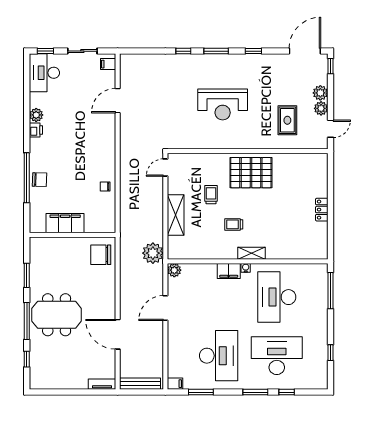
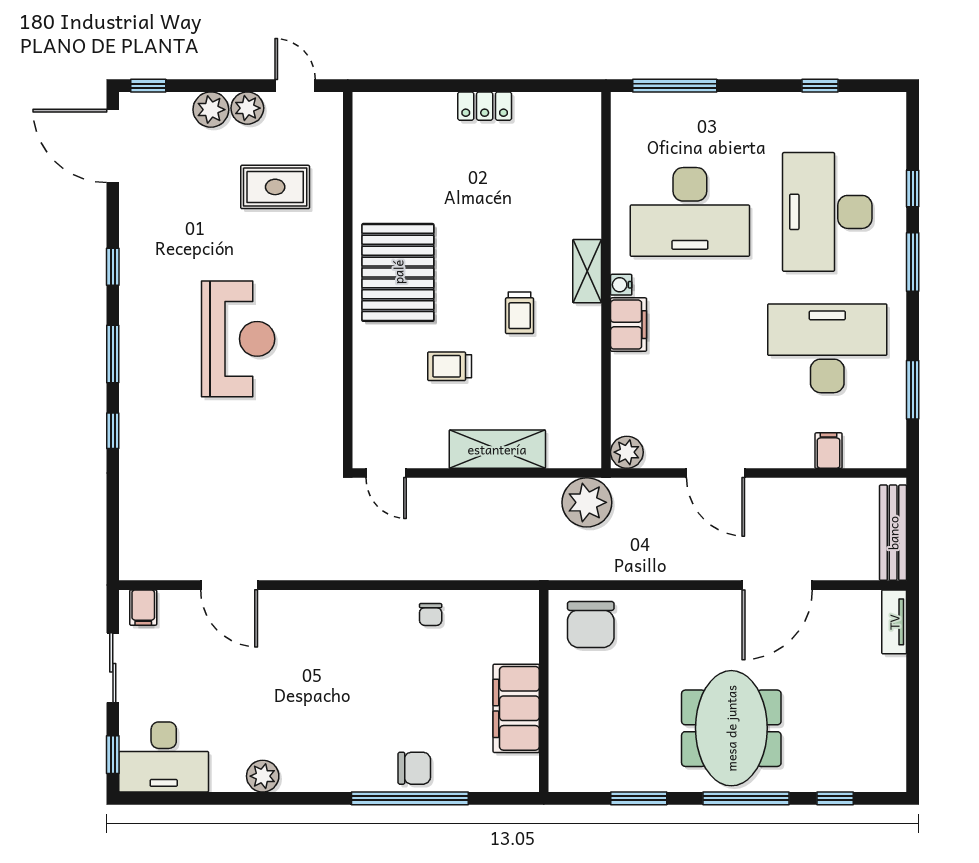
printer: (36, 130) -> (298, 777), removed
chair: (40, 180) -> (414, 768), turned 88
filing cabinet: (175, 384) -> (829, 451), moved

